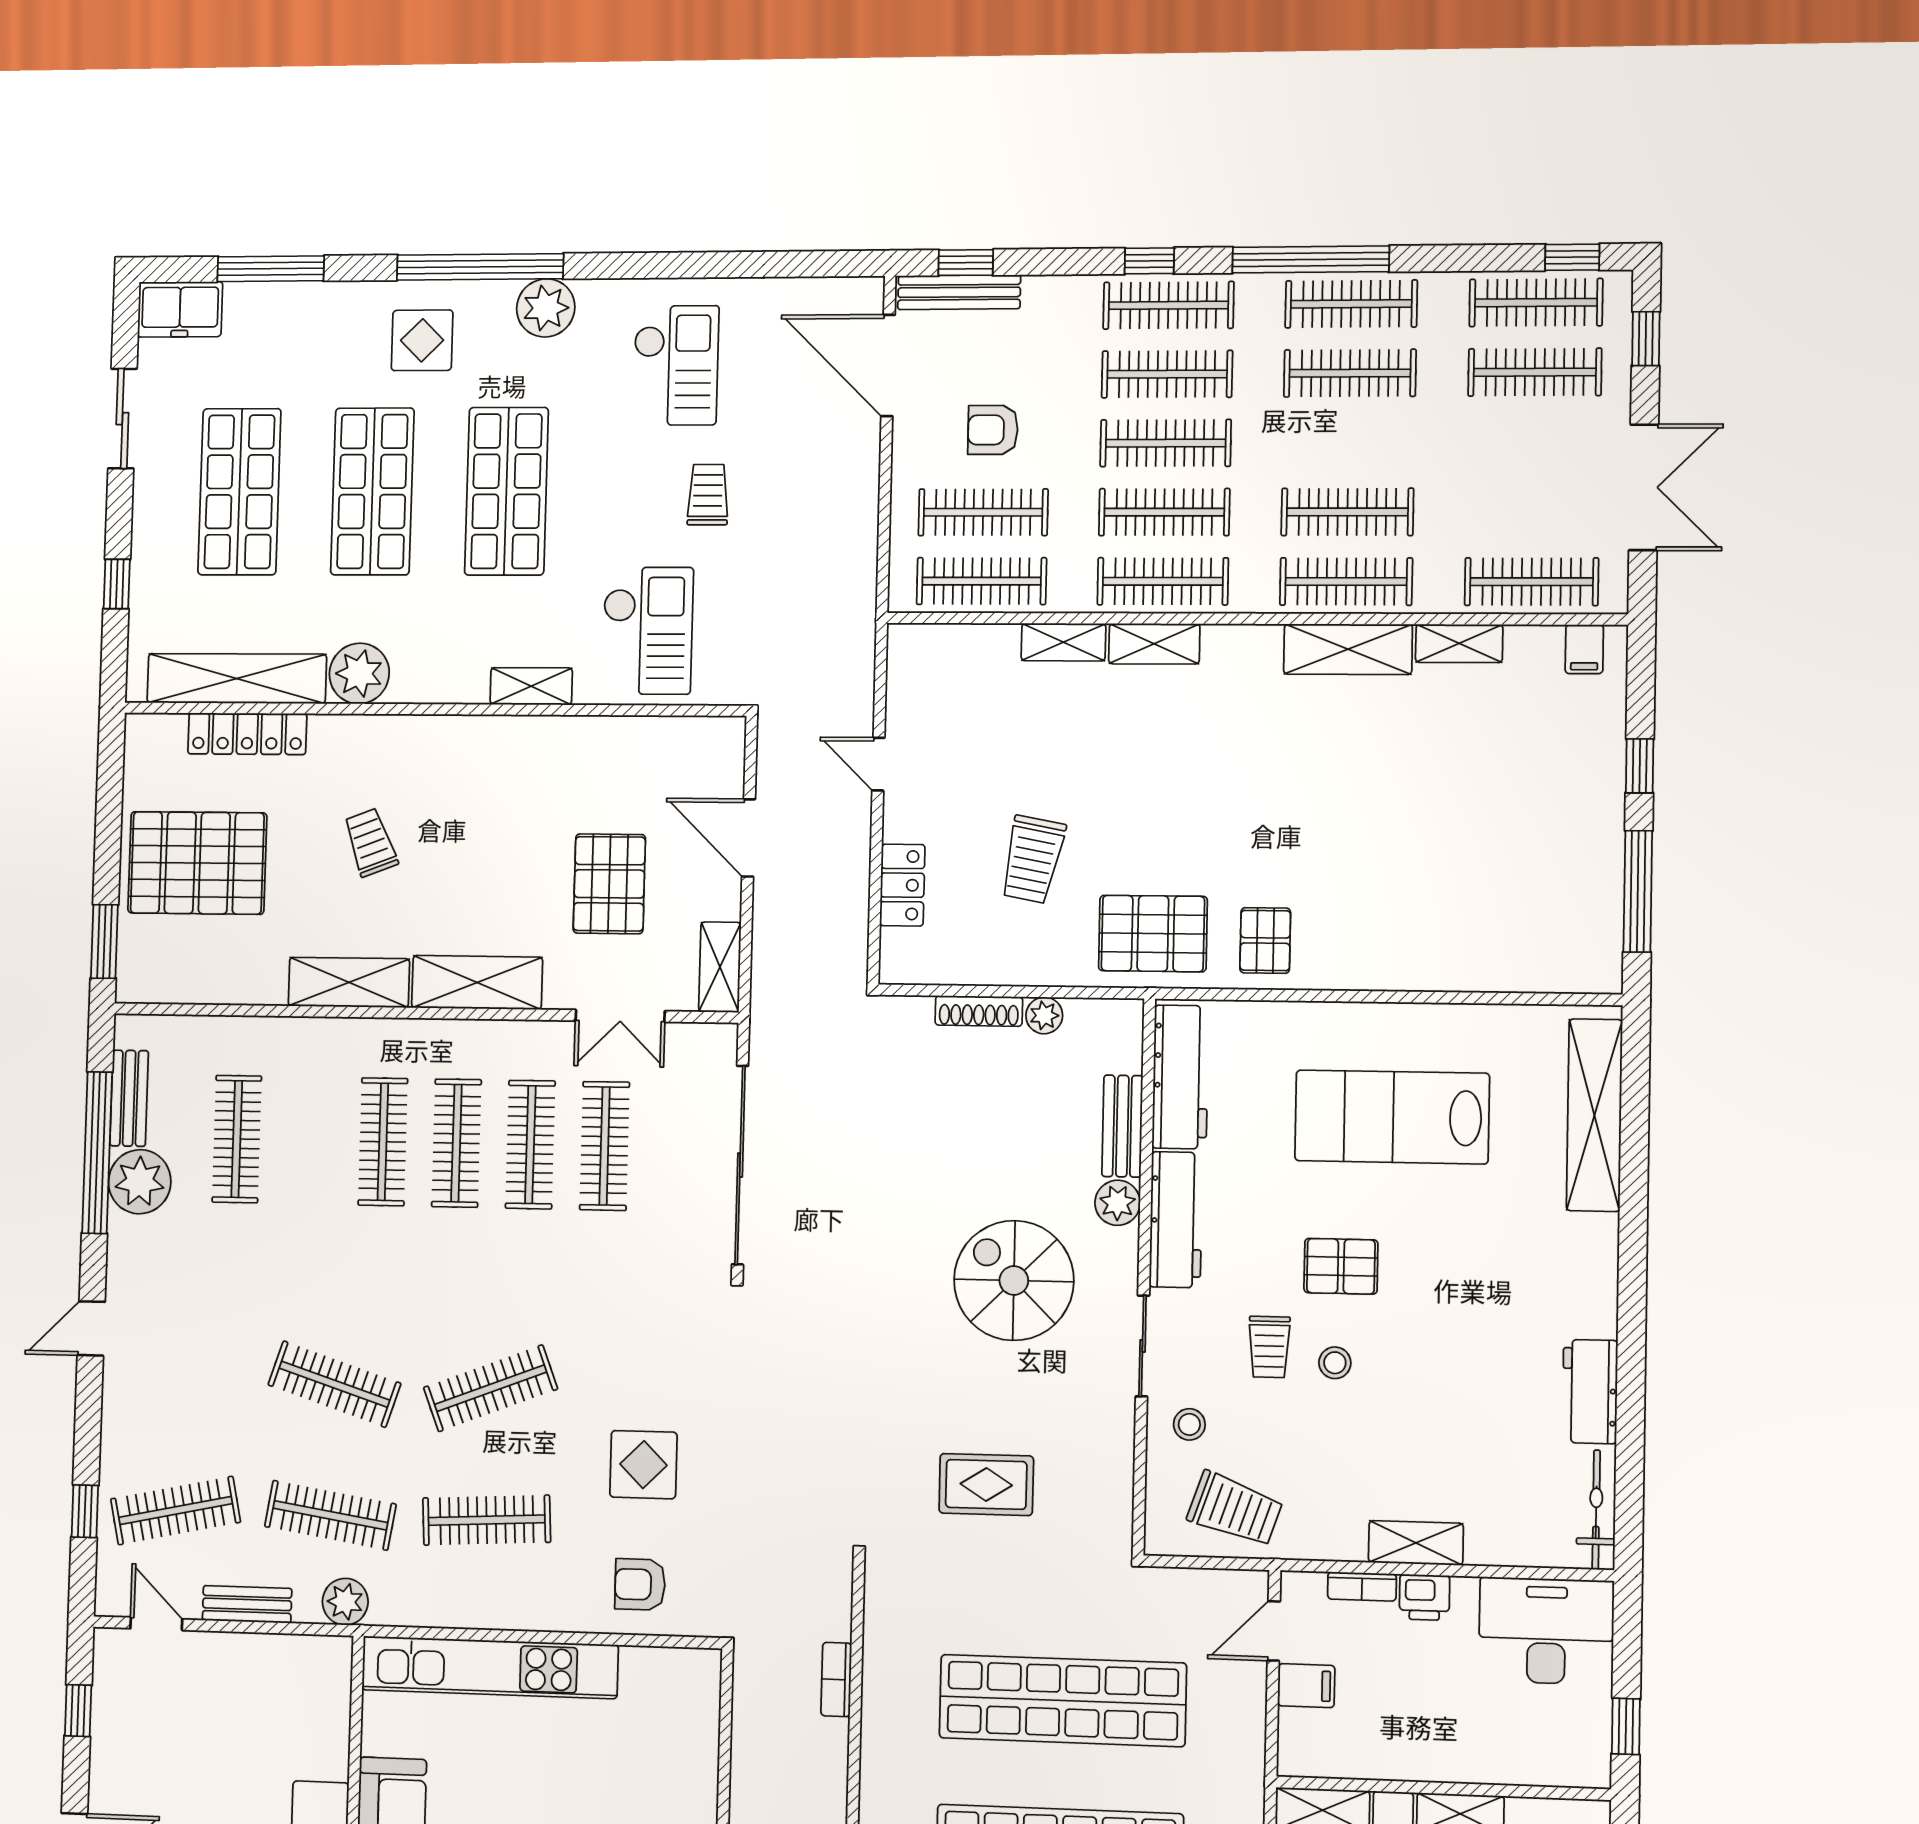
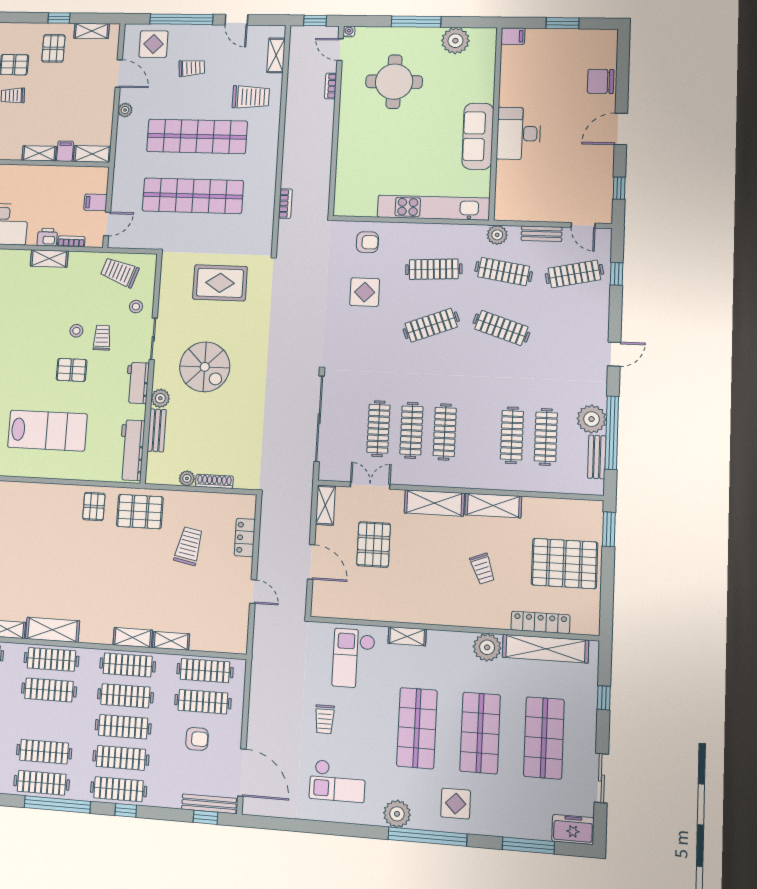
checkout: (676, 365) -> (337, 781), turned -90
clothes rail: (383, 1142) -> (512, 435), moved
workbench: (1176, 1220) -> (137, 383), width x0.73
rug: (986, 1484) -> (220, 283), width x1.36, depth x1.43

